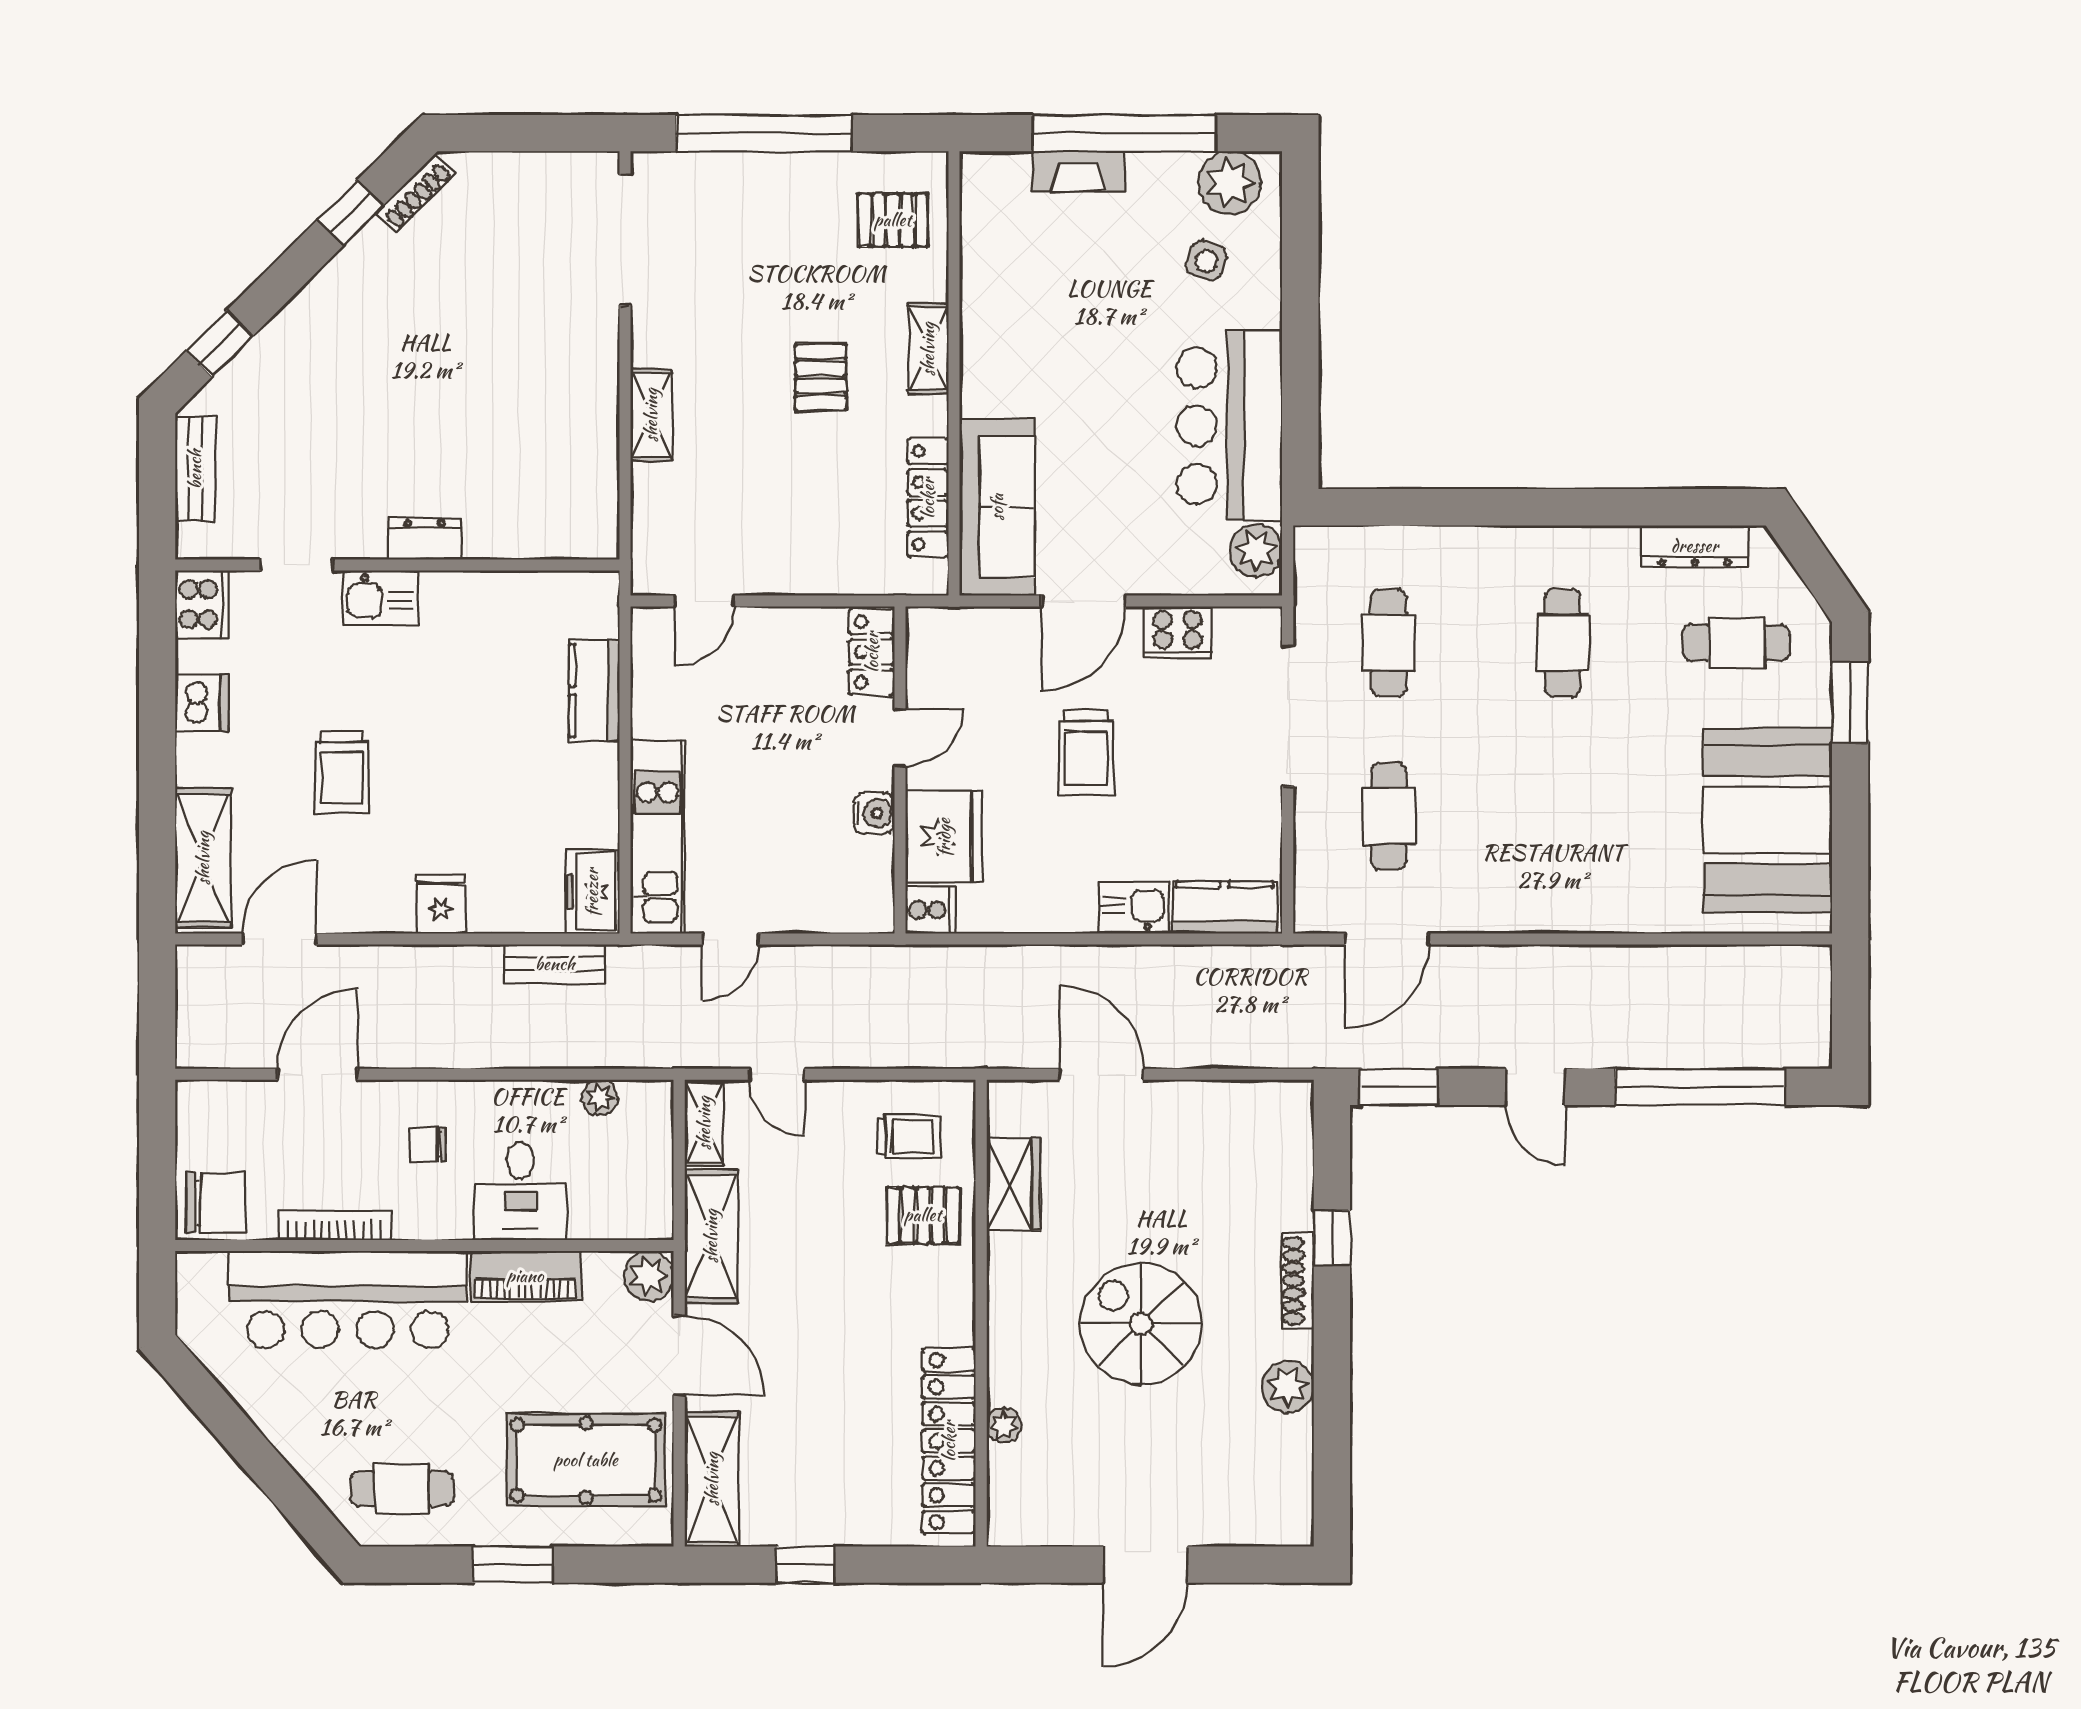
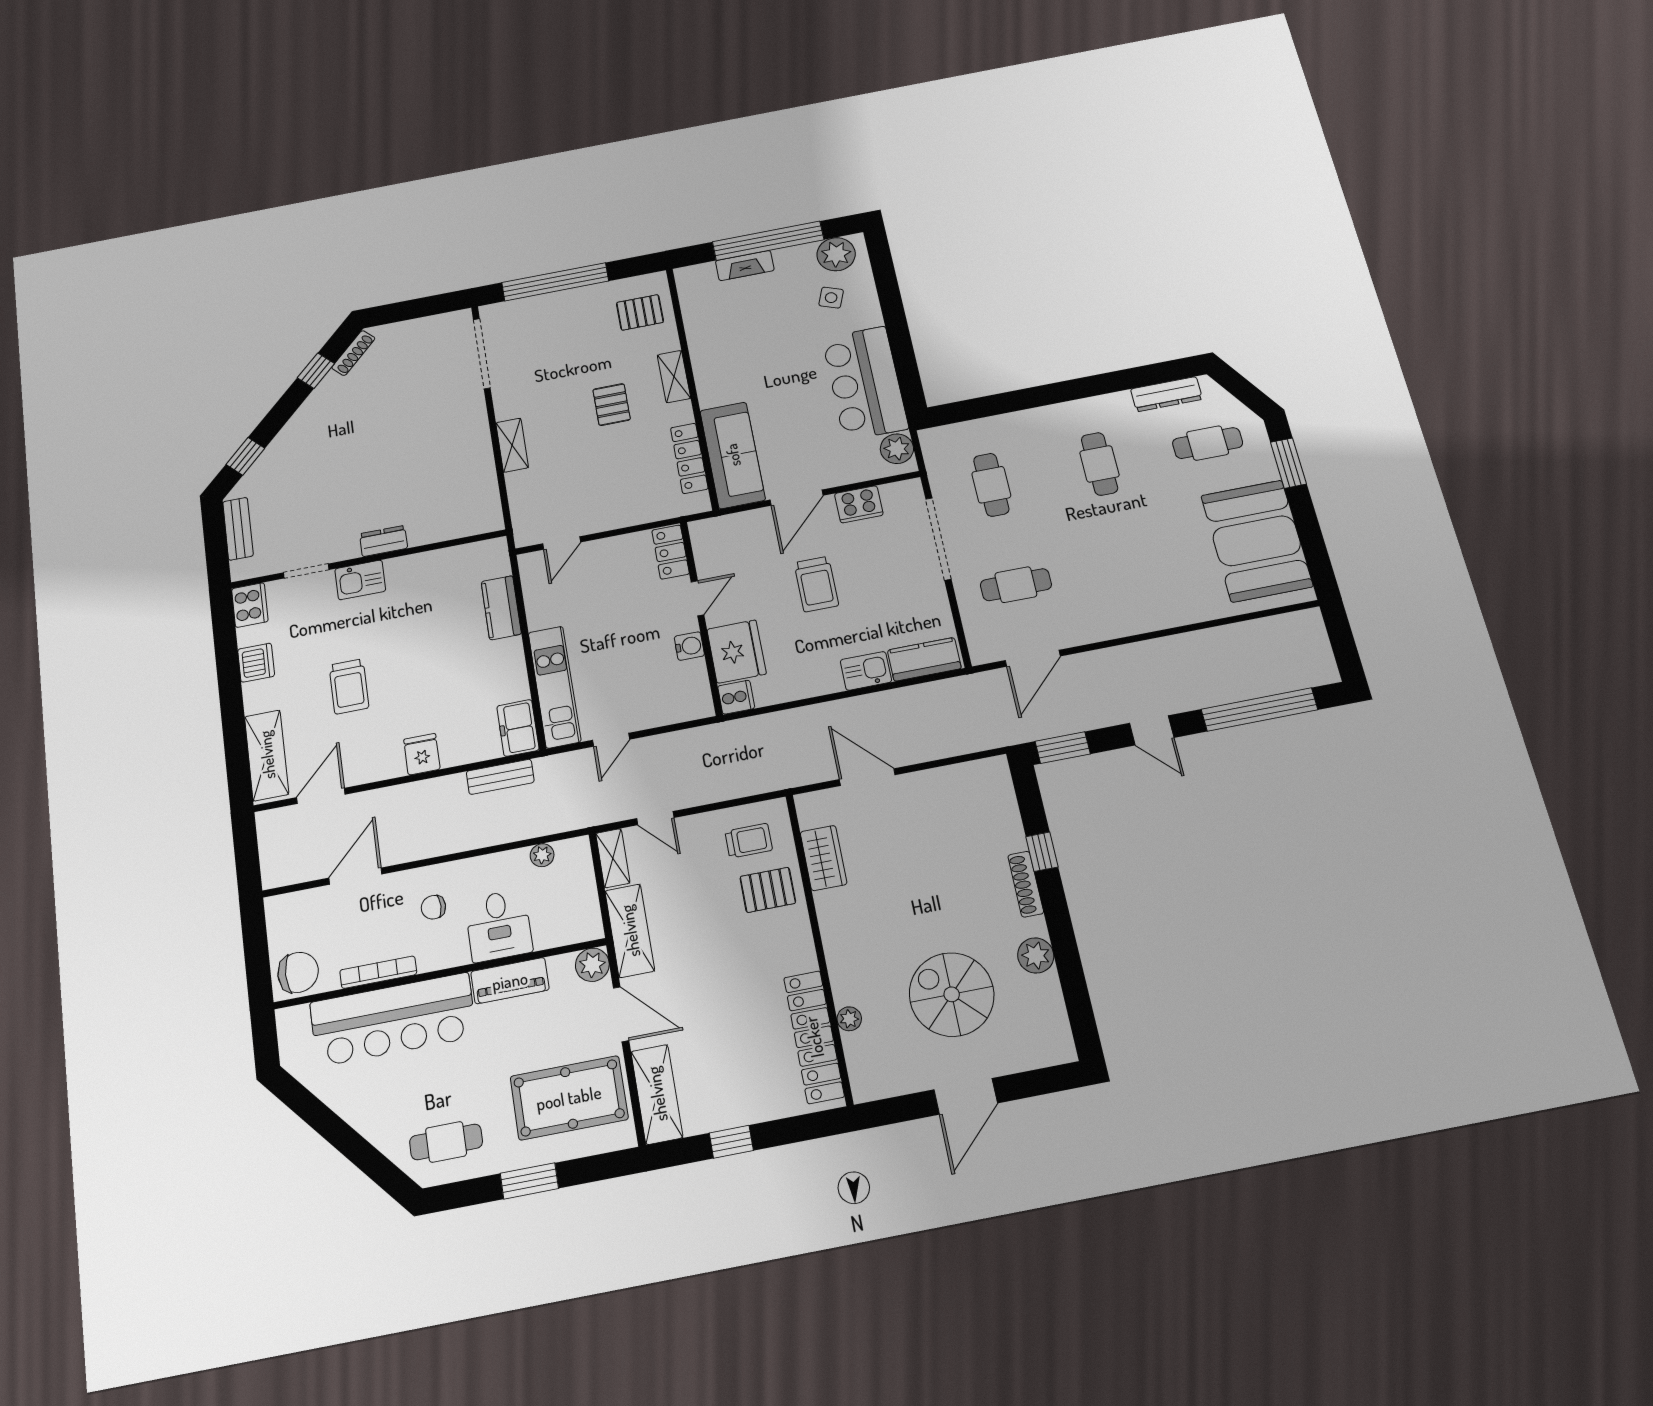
cafe table: (1389, 816) -> (1016, 585), turned 90
spiral stairs: (1141, 1324) -> (952, 994), moved

